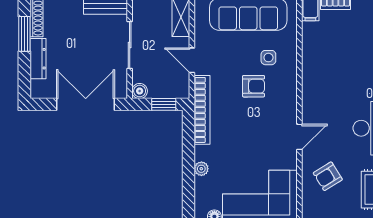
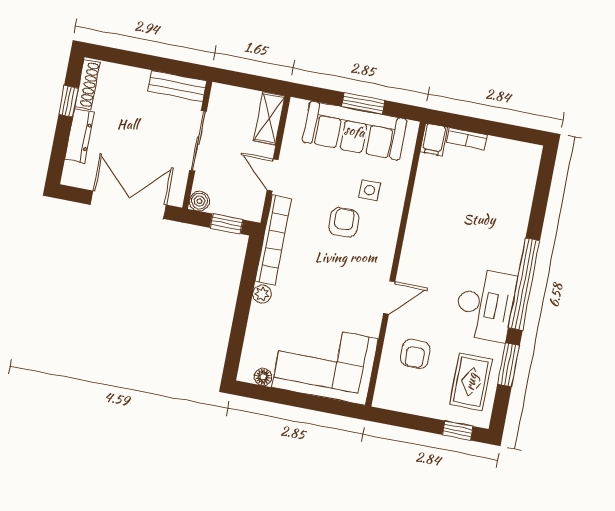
window: (24, 34) -> (68, 101), width x0.67
armchair: (254, 86) -> (344, 223), turned -90
plant: (201, 169) -> (262, 294), moved
armchair: (328, 176) -> (415, 354), turned -58

